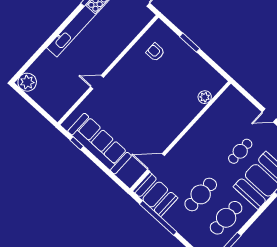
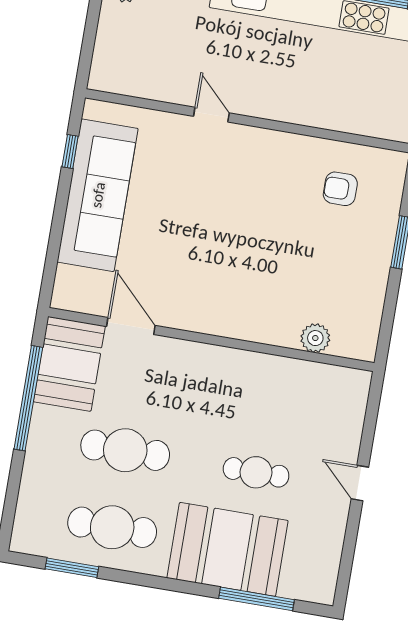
armchair: (155, 52) -> (340, 189), turned -90

